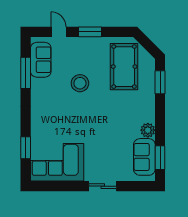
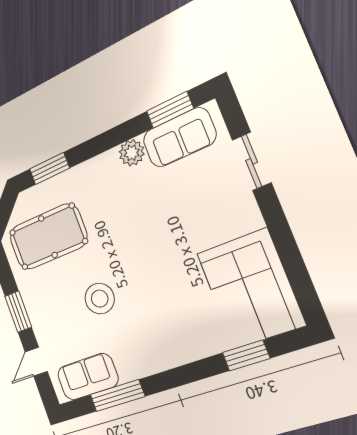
sliding door: (103, 186) -> (252, 161), moved

